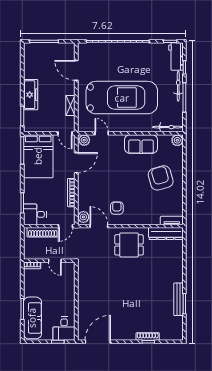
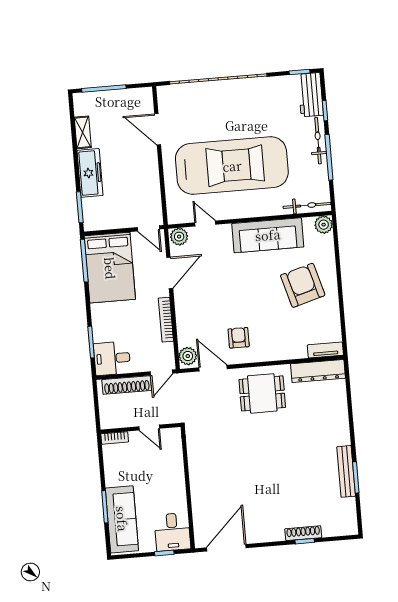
shelving: (70, 106) -> (83, 132), moved
sofa: (141, 144) -> (268, 235), width x1.36

